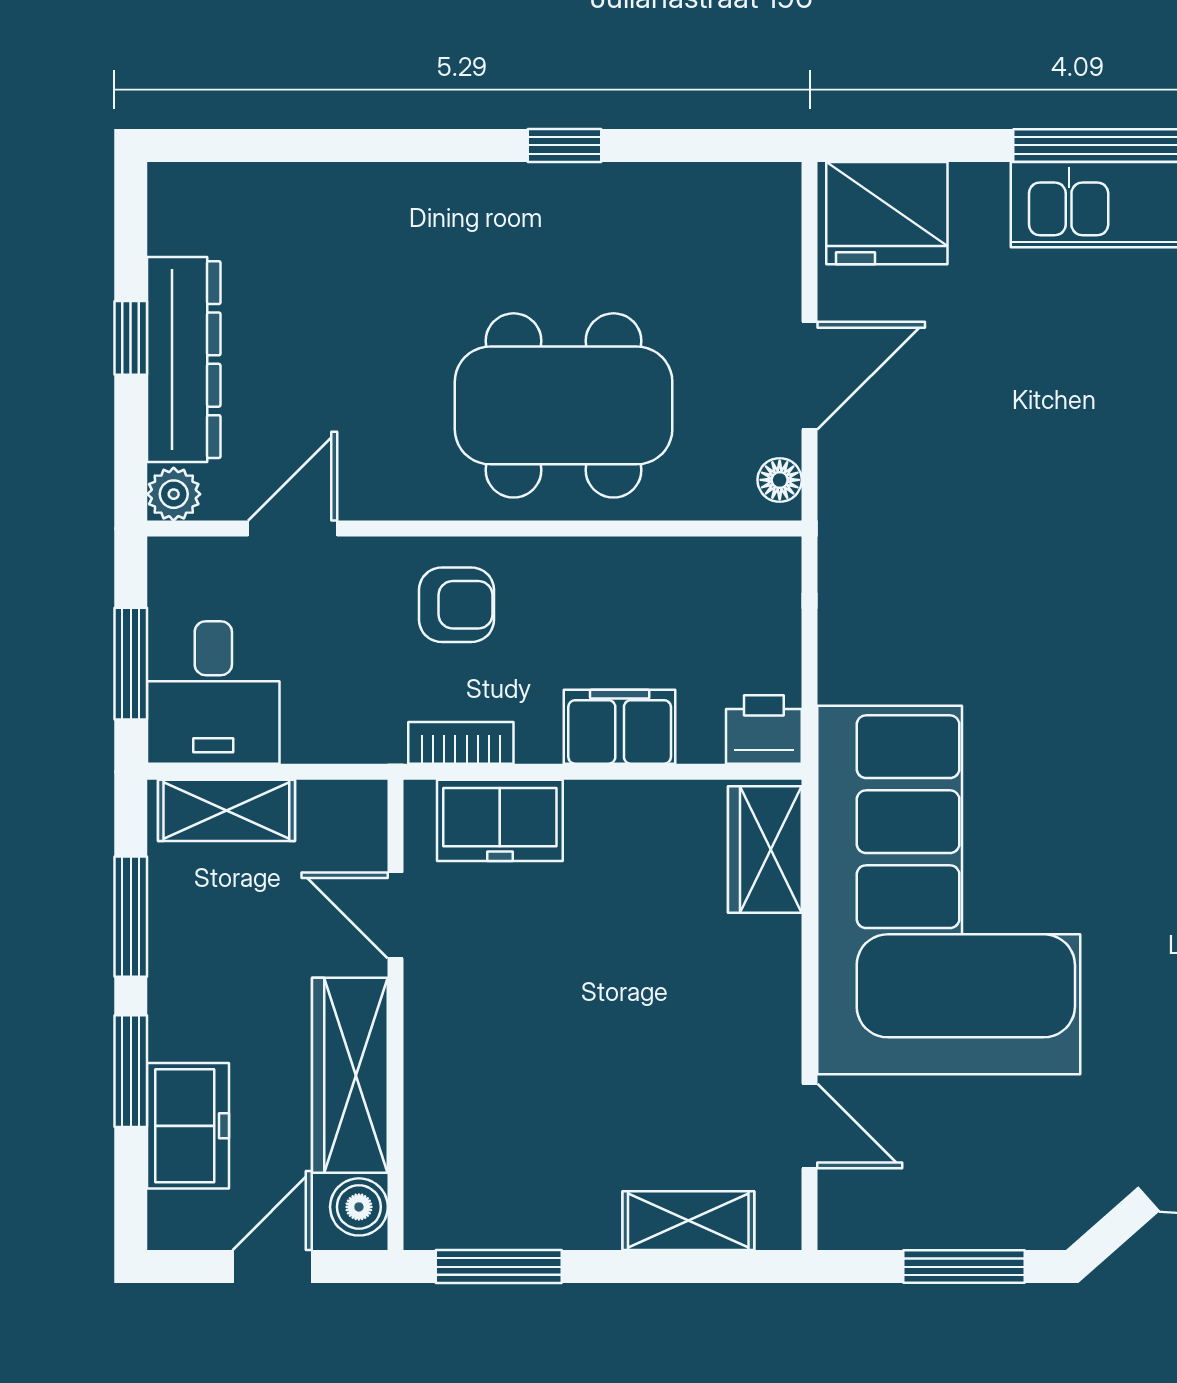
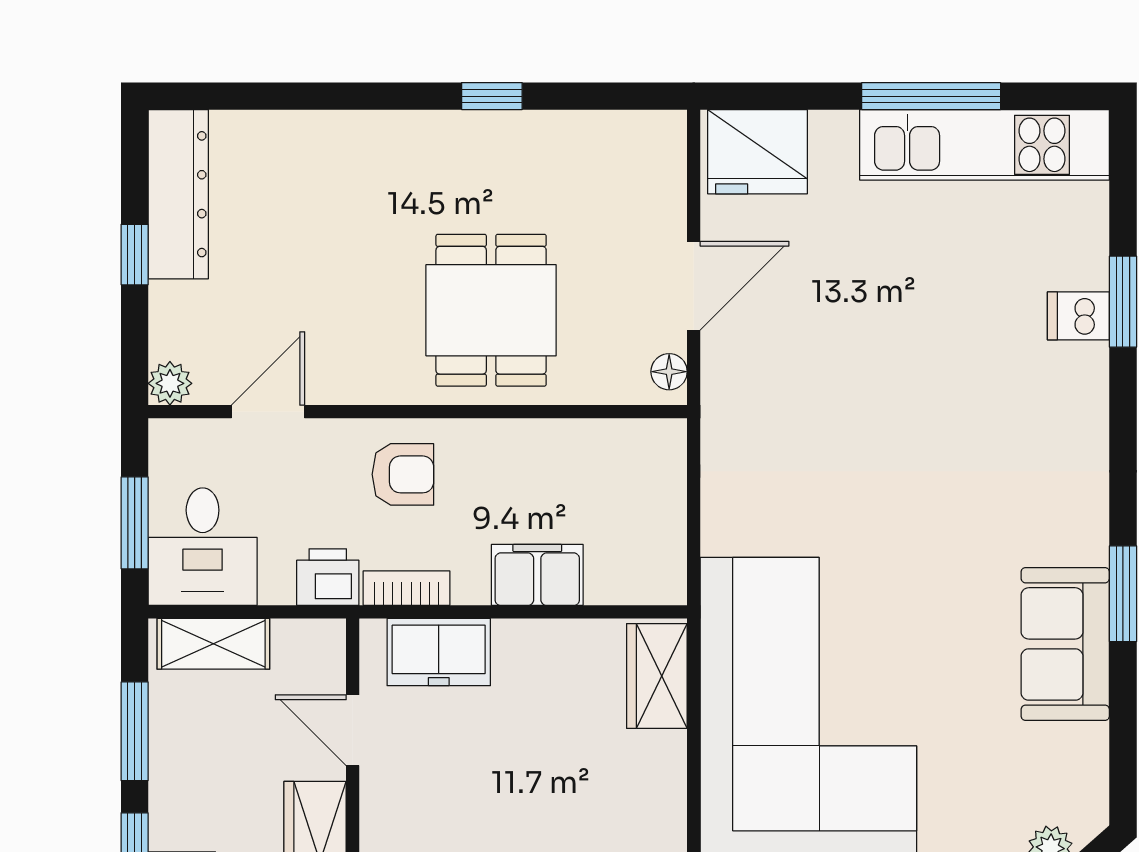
dresser: (184, 360) -> (178, 194), moved
dining table: (564, 405) -> (491, 310), width x0.73
printer: (764, 729) -> (328, 577), moved

